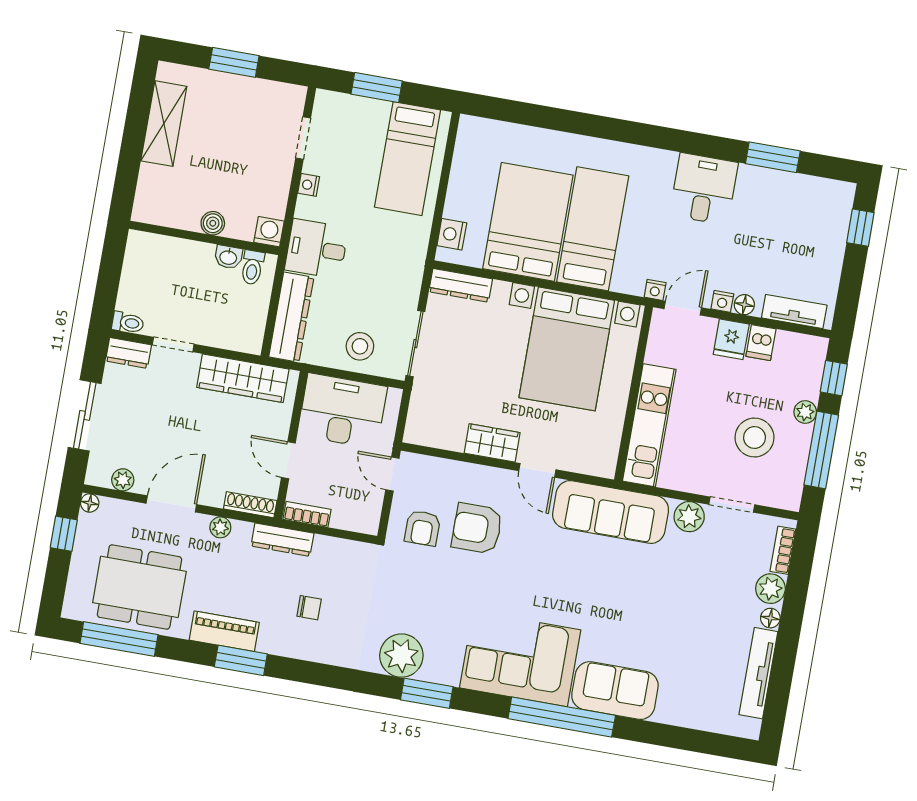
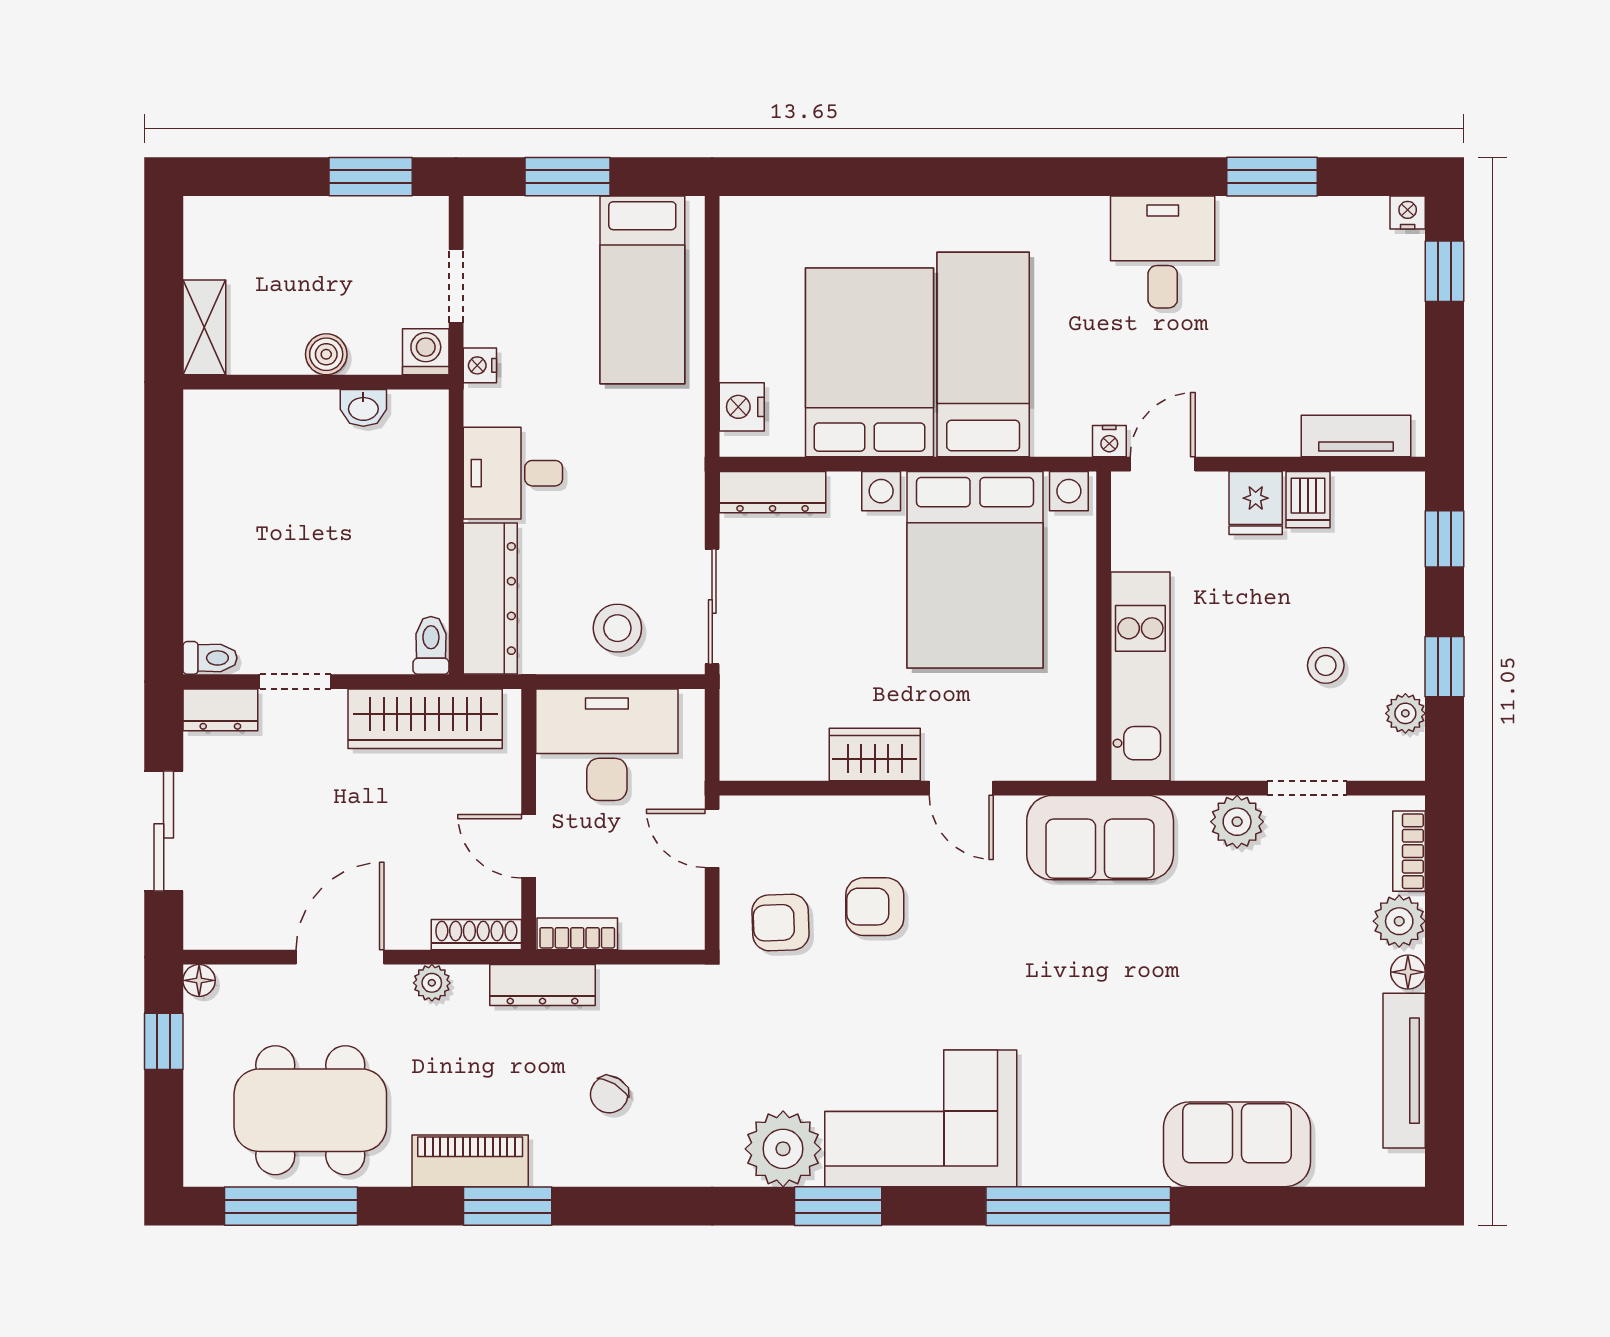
window: (234, 62) -> (371, 177), moved
shelving: (164, 124) -> (204, 327), width x0.67, depth x0.75
boiler: (213, 223) -> (326, 354), moved
washing machine: (269, 232) -> (426, 352), moved
wall: (204, 238) -> (316, 382), moved
washbasin: (228, 257) -> (363, 408), moved
toilet: (252, 267) -> (431, 645), moved, turned 180
nightstand: (722, 301) -> (1408, 212), moved, turned 180
floor lamp: (744, 305) -> (1268, 439), removed
plant: (805, 412) -> (1405, 713), moved
stool: (754, 438) -> (1326, 665), width x0.53, depth x0.53
window: (821, 450) -> (1444, 667), width x0.46
plant: (123, 480) -> (249, 931), removed
sofa: (611, 512) -> (1100, 838), width x0.73
armchair: (422, 528) -> (781, 923), turned 88
armchair: (477, 528) -> (875, 907), width x0.72, depth x0.72
chair: (309, 608) -> (609, 1094), turned 121
corner sofa: (520, 659) -> (921, 1118), moved
sofa: (615, 691) -> (1237, 1144), moved

